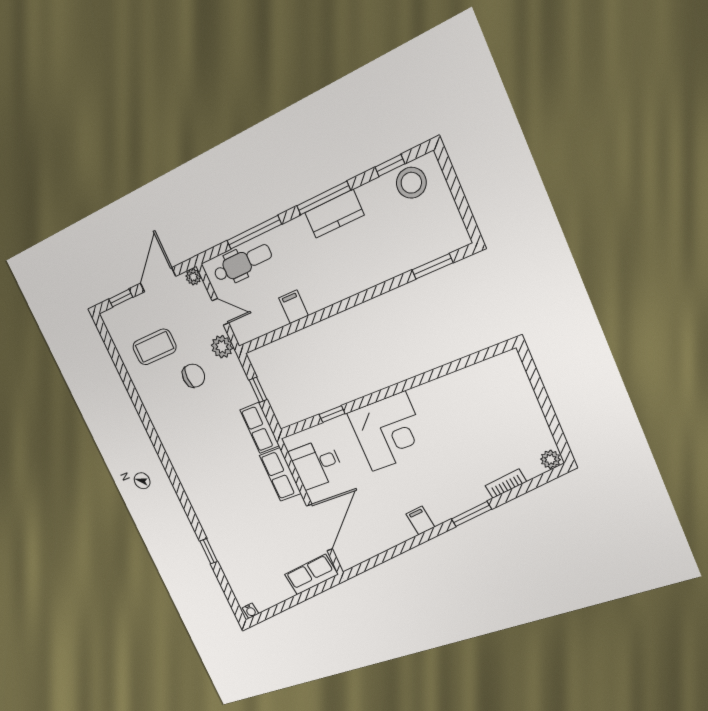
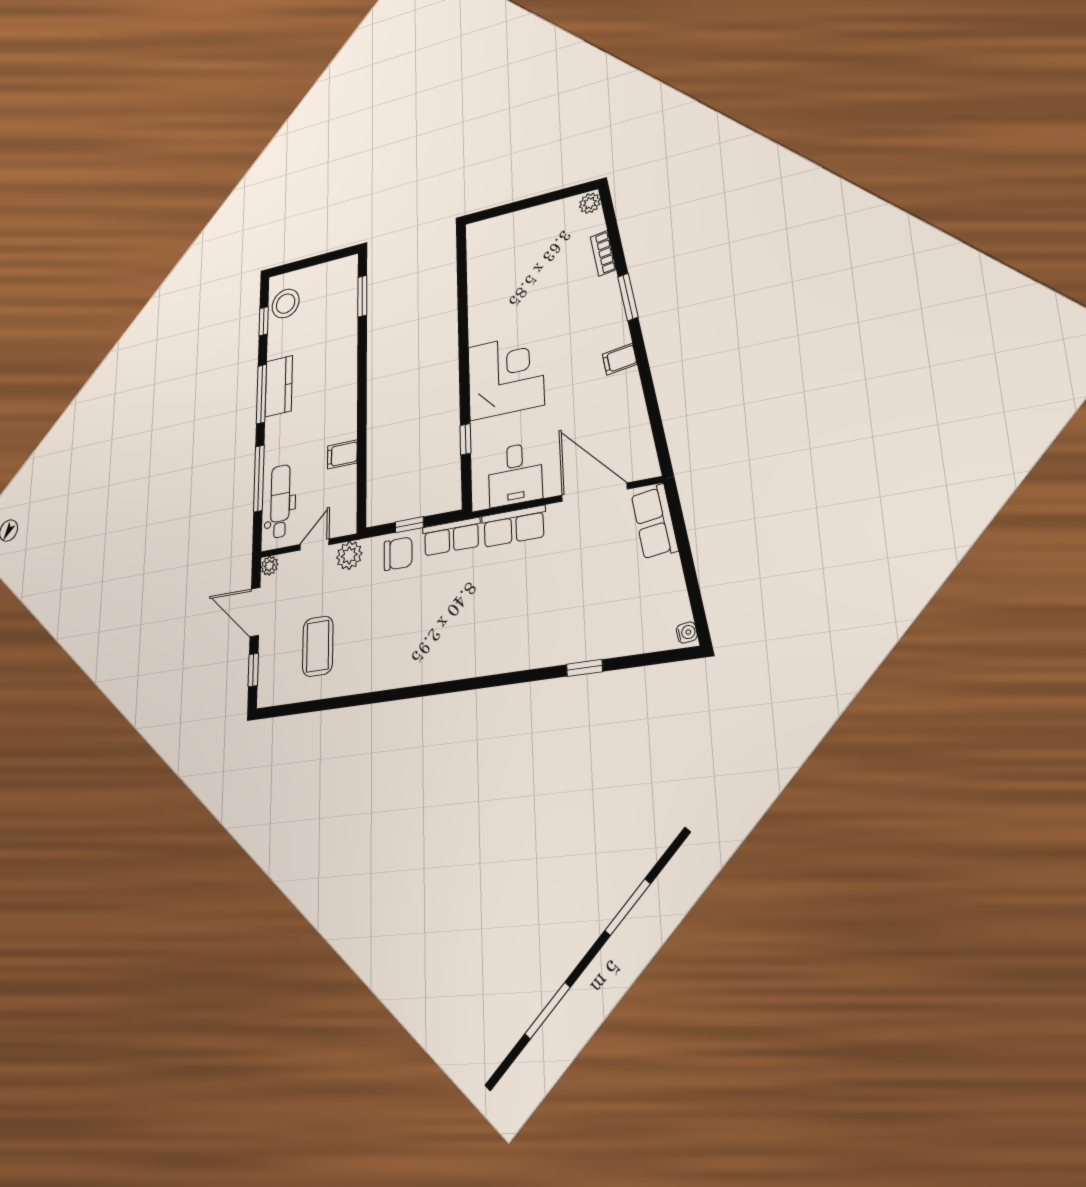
chair: (194, 376) -> (398, 554), moved, turned 90

